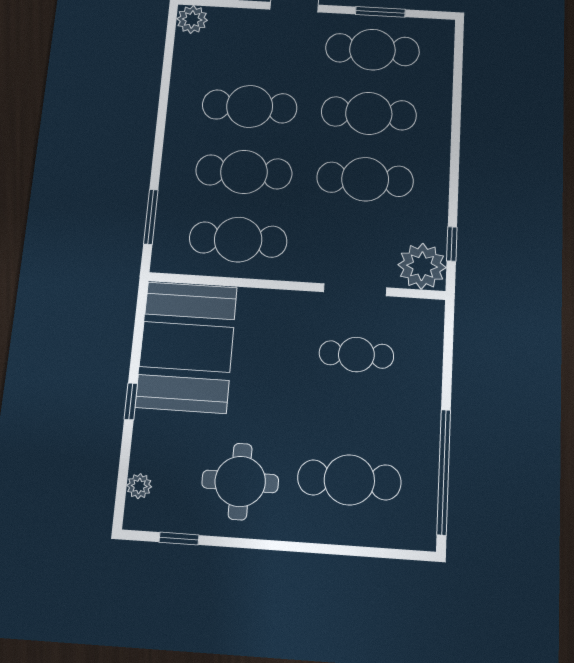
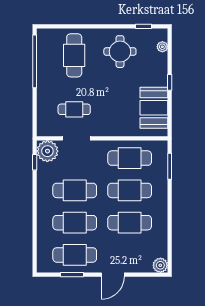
booth: (187, 347) -> (154, 108), width x0.73, depth x0.70
cafe table: (349, 480) -> (74, 55), turned 90

